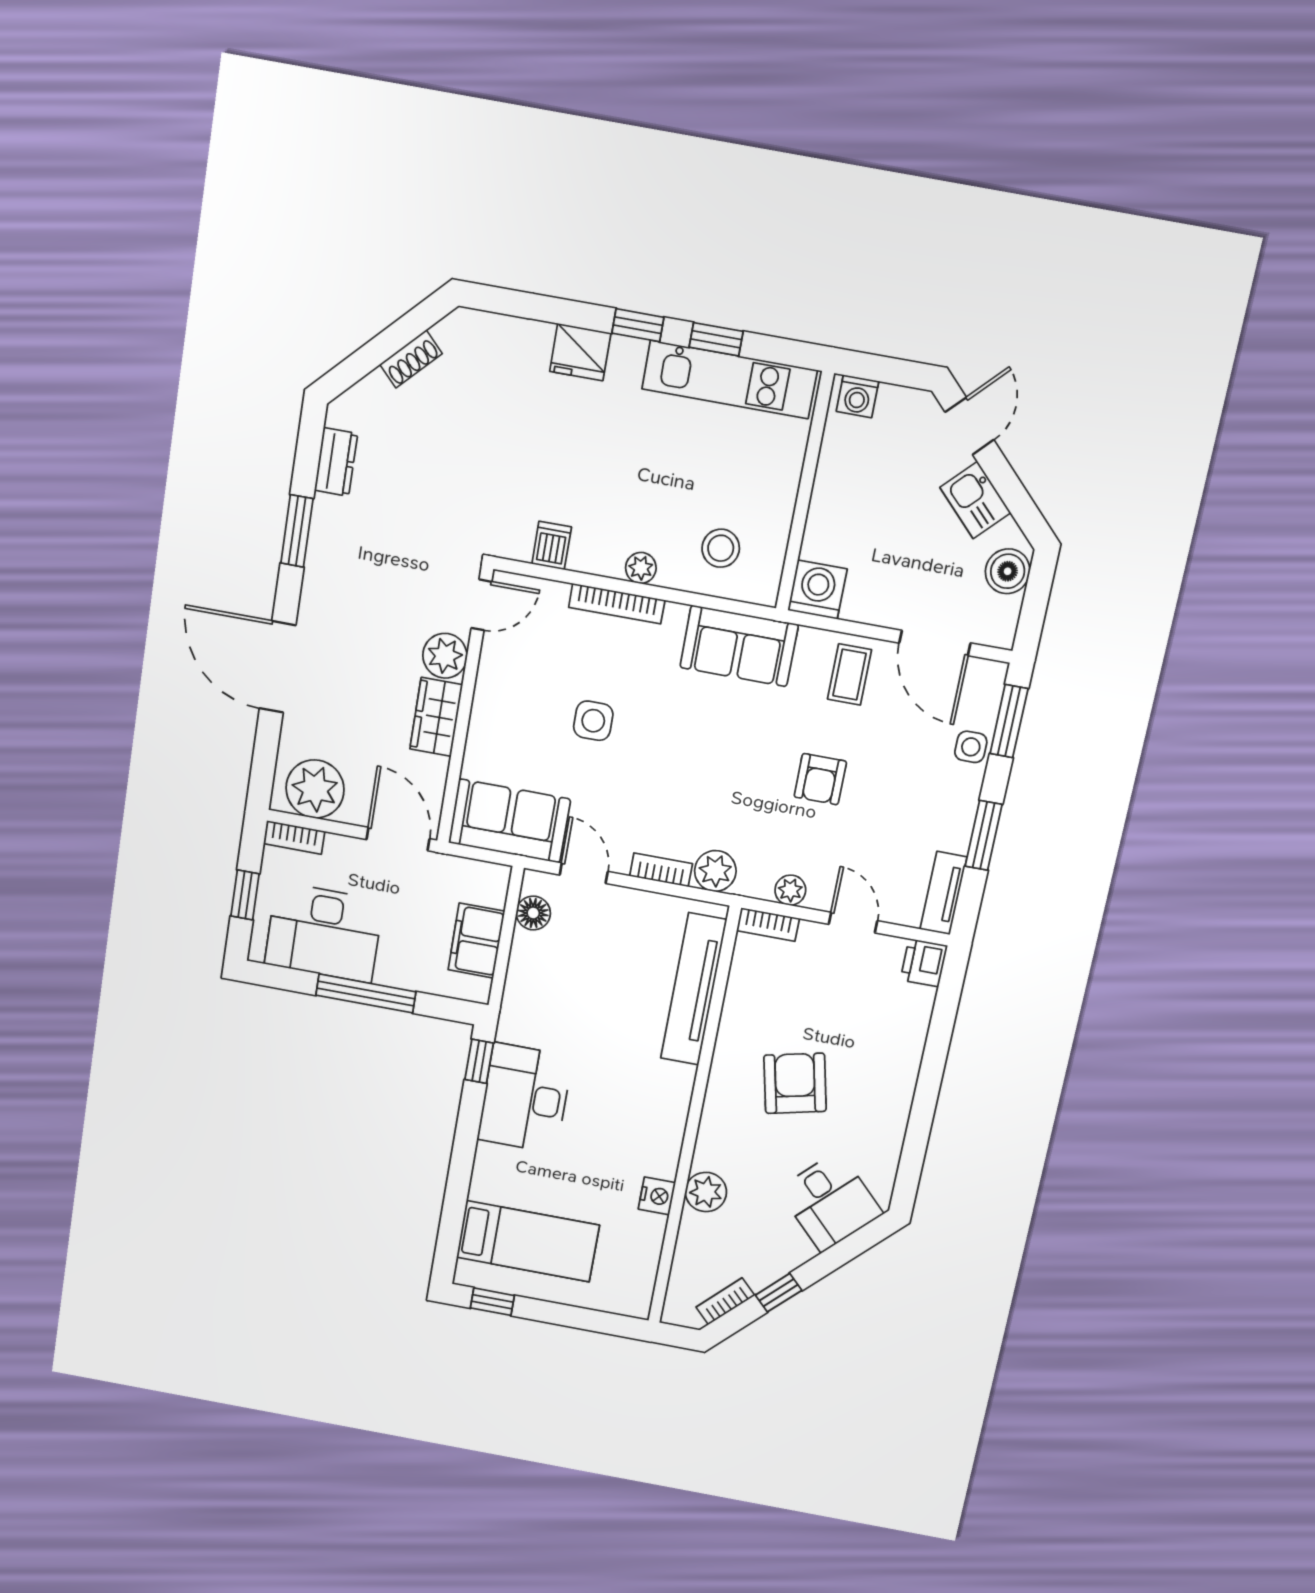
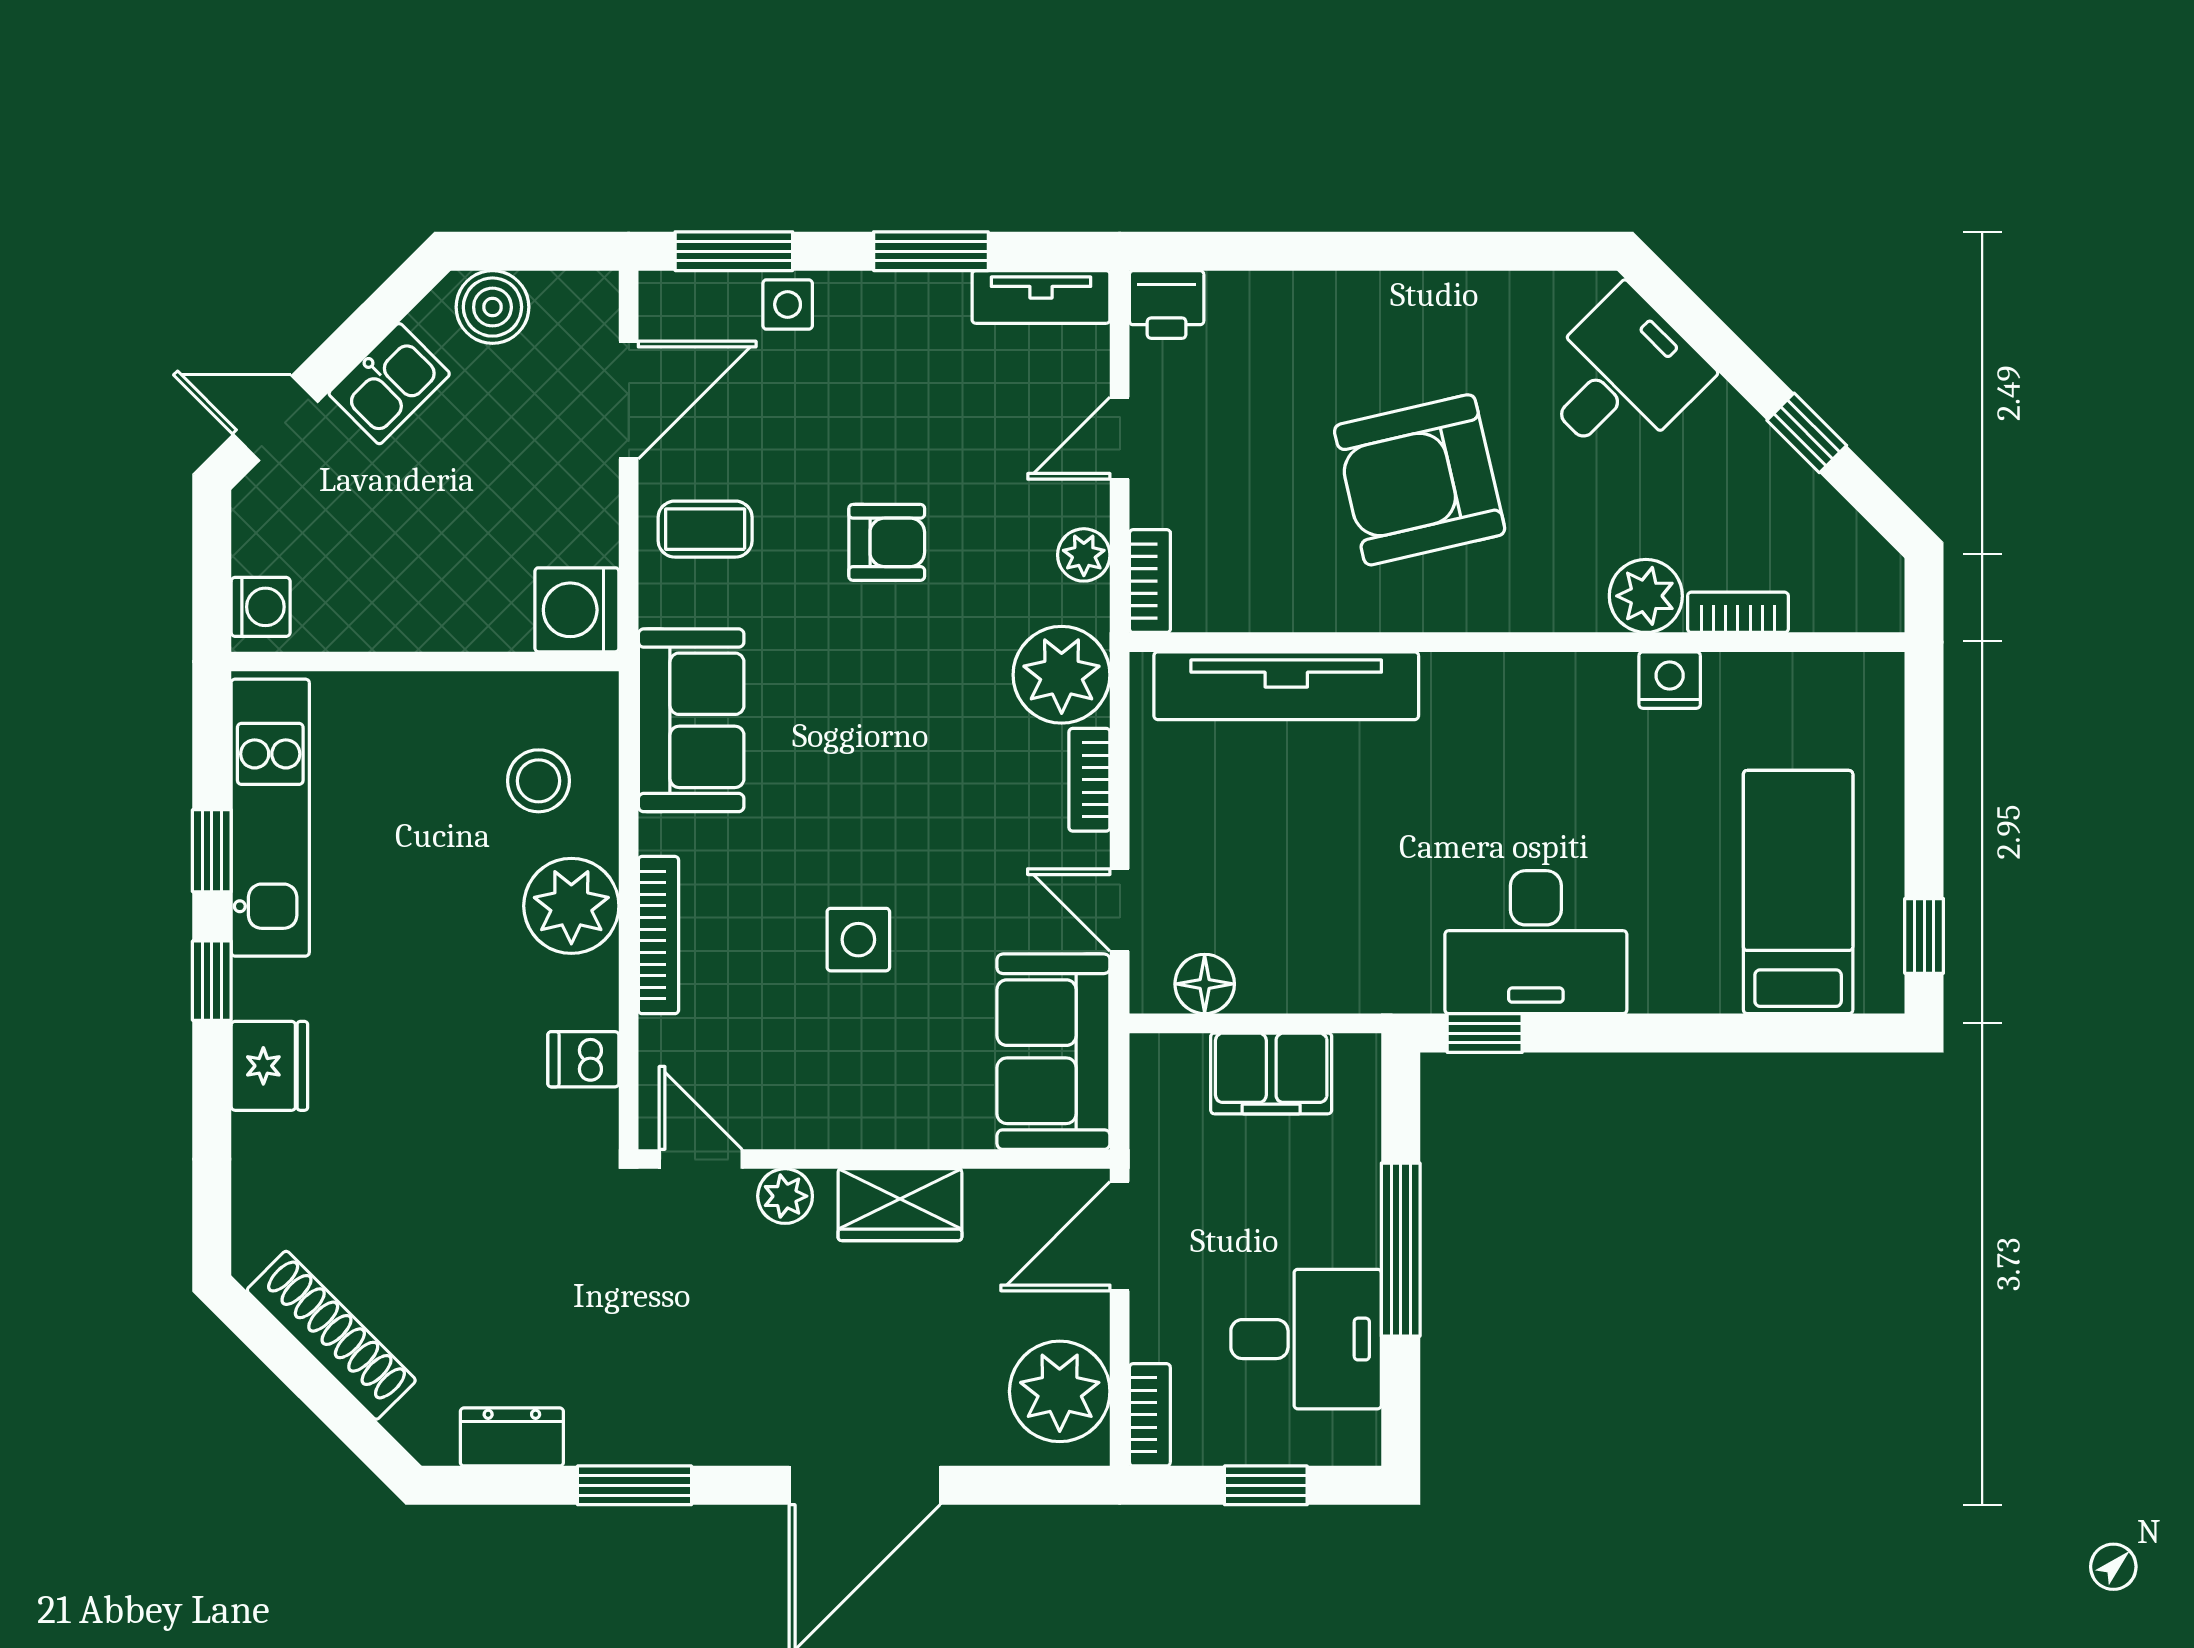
shoe rack: (411, 359) -> (331, 1335), width x1.94, depth x1.24
plant: (641, 568) -> (571, 906), width x1.88, depth x1.88
plant: (445, 656) -> (785, 1196), width x0.73, depth x0.73
plant: (715, 871) -> (1062, 675), width x1.36, depth x1.36
door: (584, 873) -> (1120, 910), hinge flipped
desk: (324, 932) -> (1306, 1339), width x0.73
armchair: (795, 1083) -> (1420, 480), width x1.36, depth x1.36
bookcase: (725, 1301) -> (1738, 612), moved, turned 135

